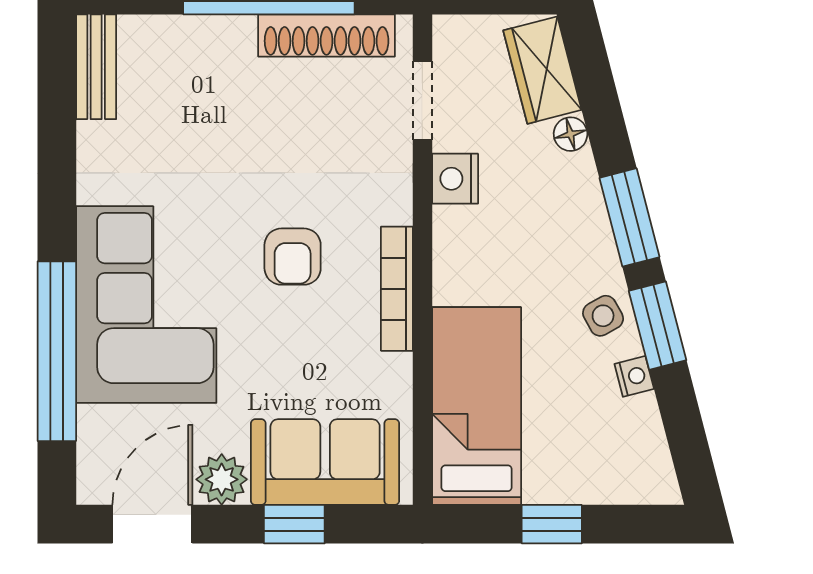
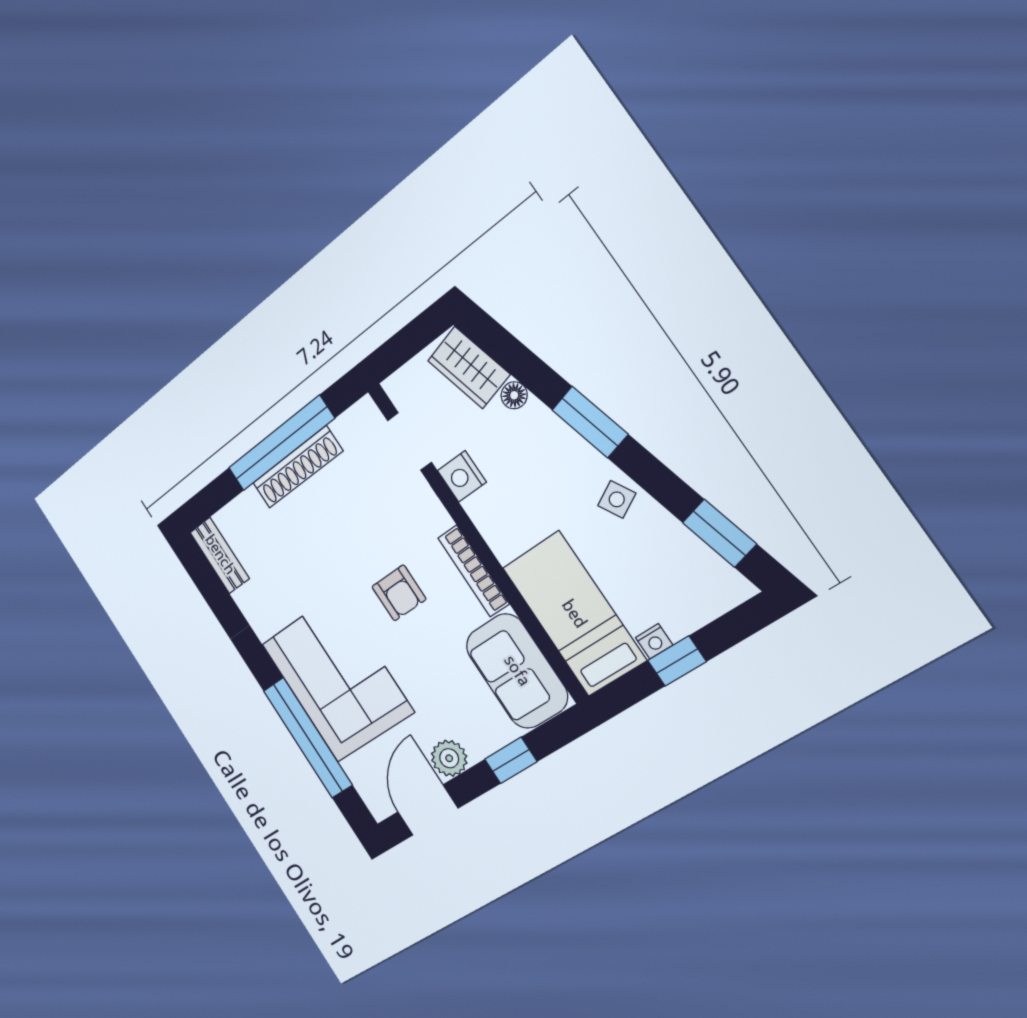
shoe rack: (327, 35) -> (298, 467), moved
window: (658, 326) -> (719, 533), moved
nightstand: (634, 376) -> (654, 641), moved, turned 105
sofa: (325, 462) -> (517, 671), moved, turned -90

